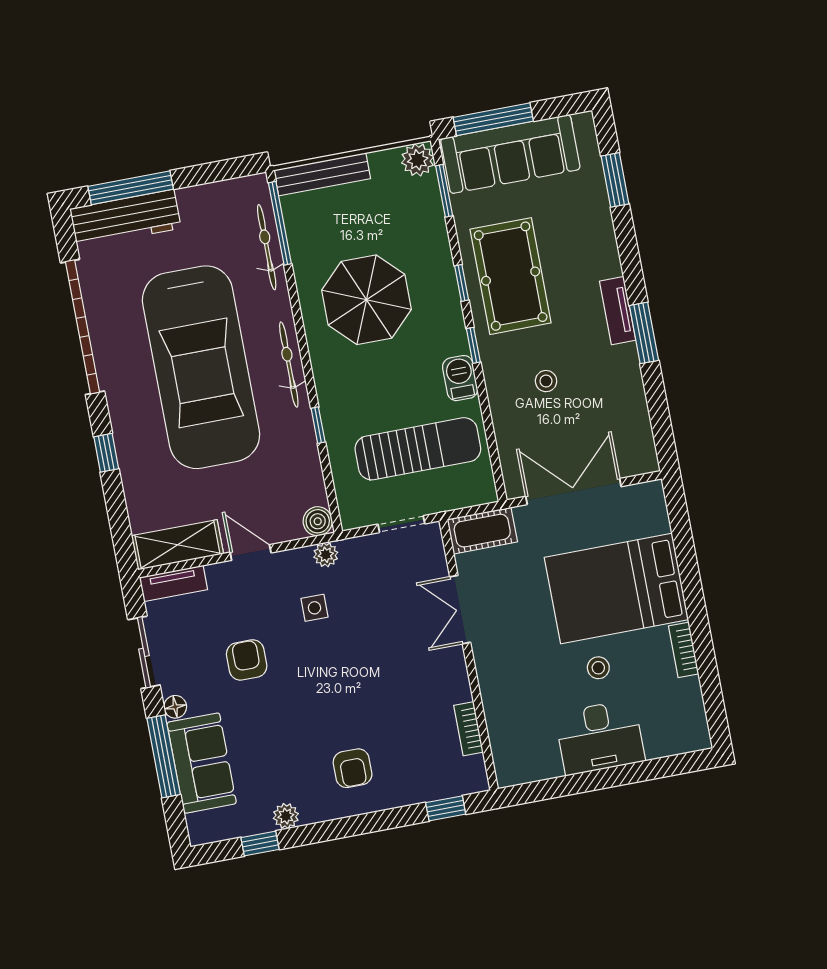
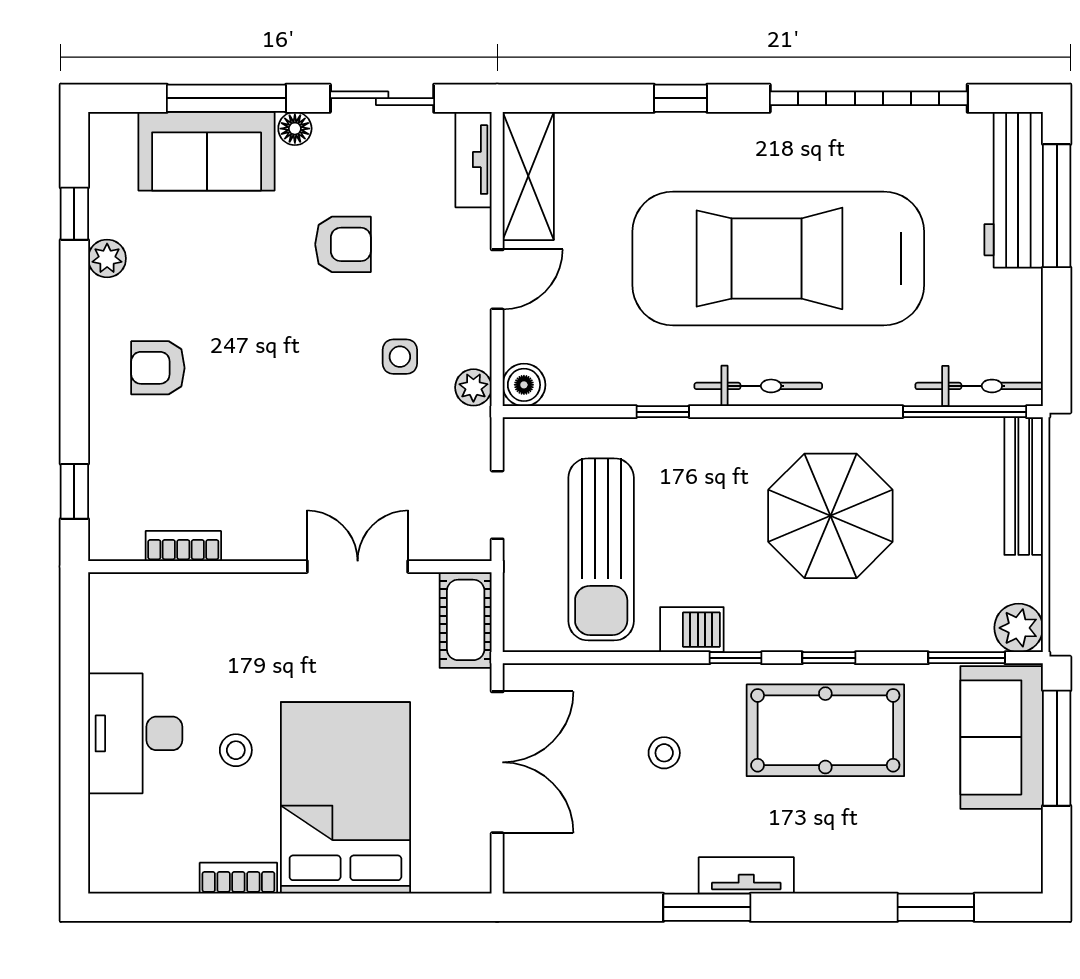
sofa: (510, 154) -> (1002, 737), width x0.73
bicycle: (267, 247) -> (979, 386), moved

